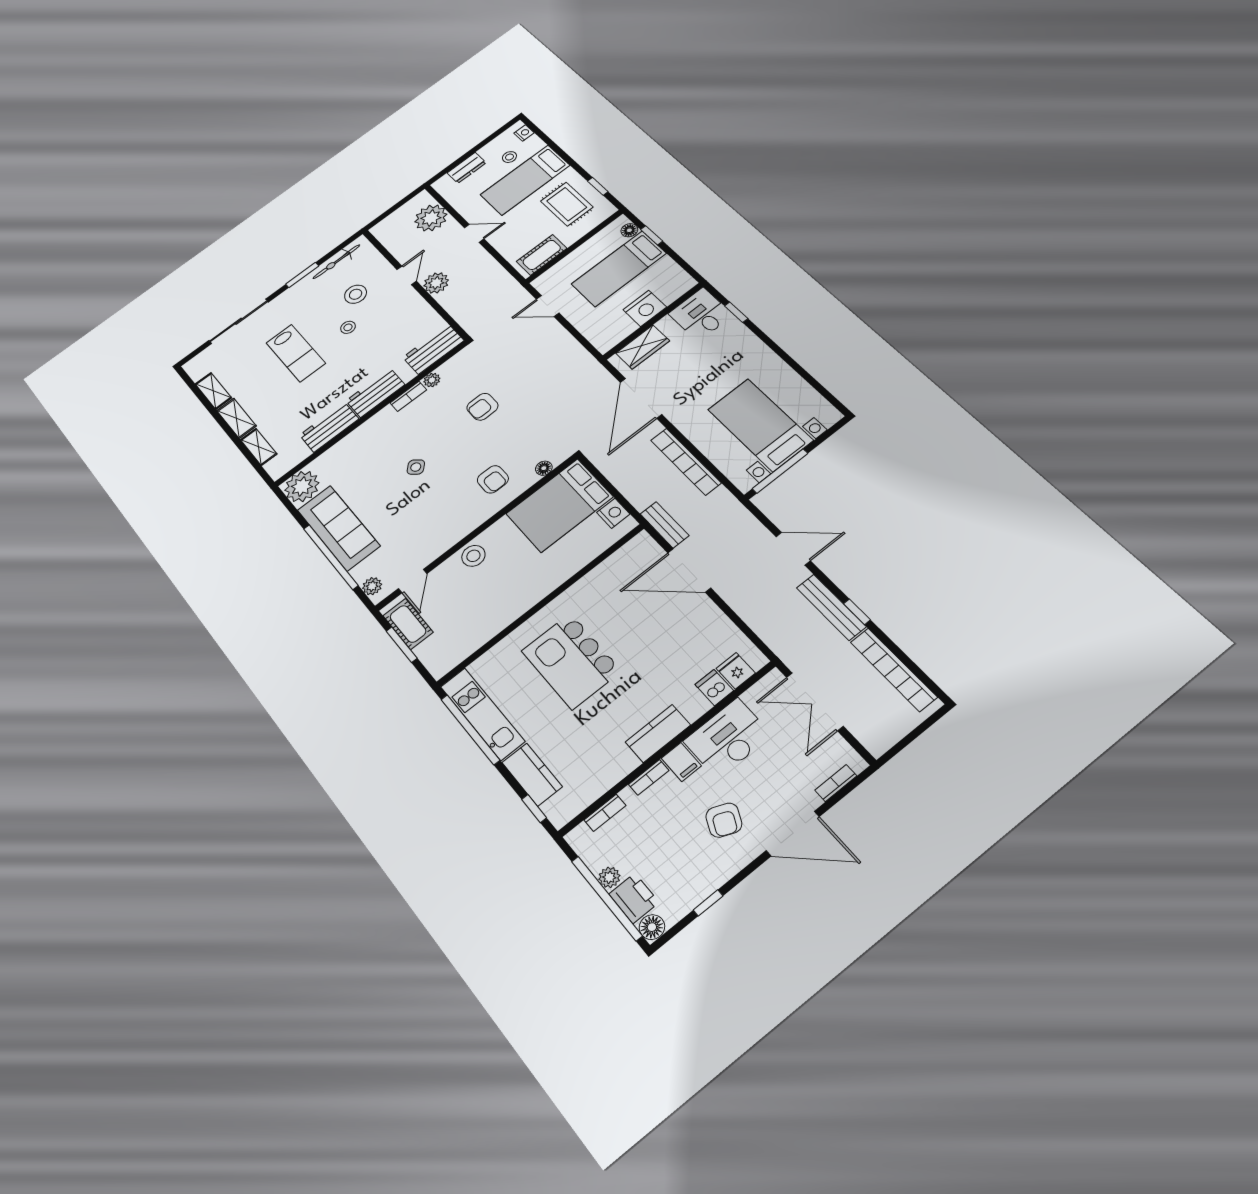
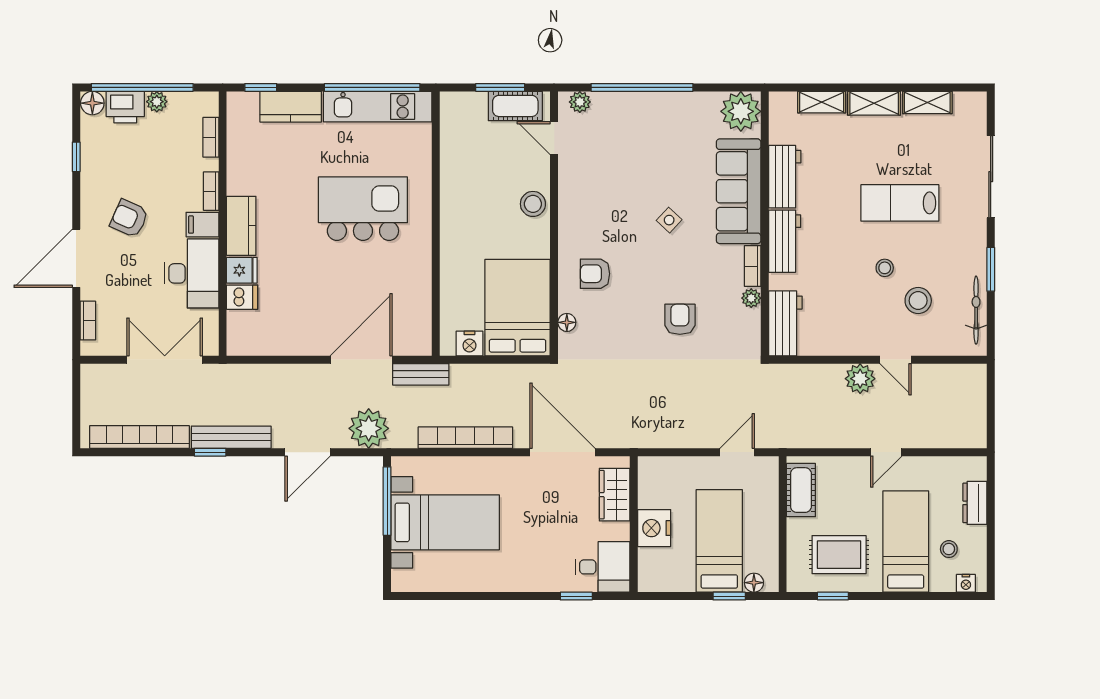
plant: (431, 218) -> (369, 428), moved
sofa: (338, 528) -> (739, 191), moved, turned 90
fridge: (736, 671) -> (242, 270), moved

